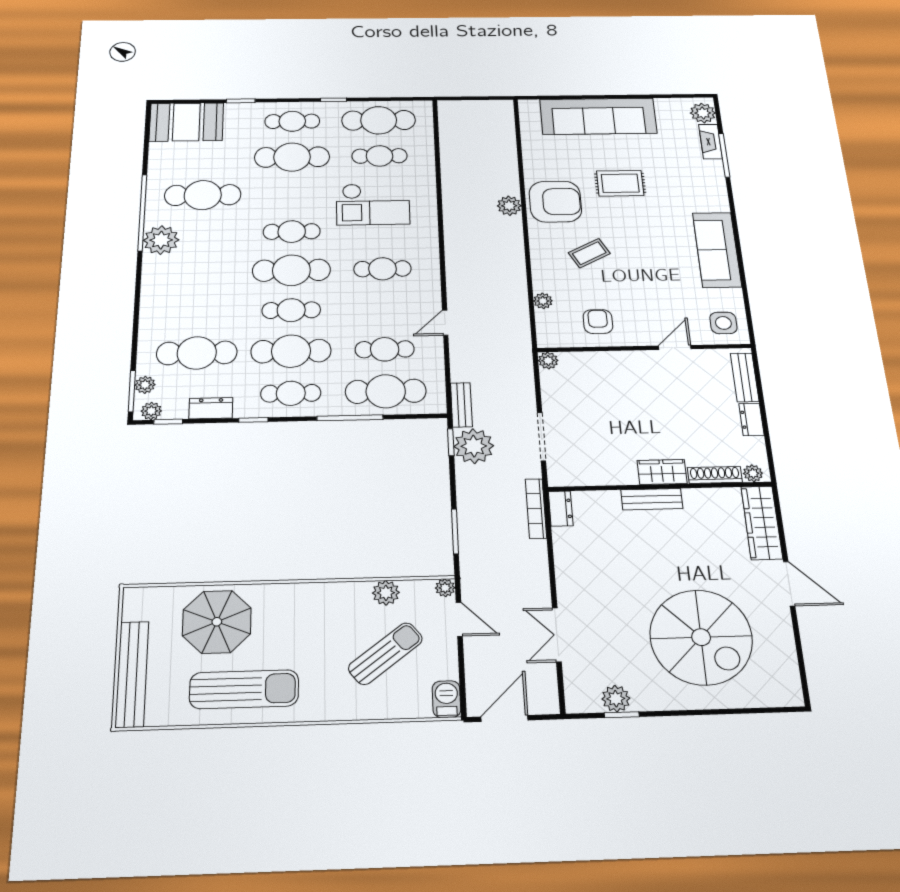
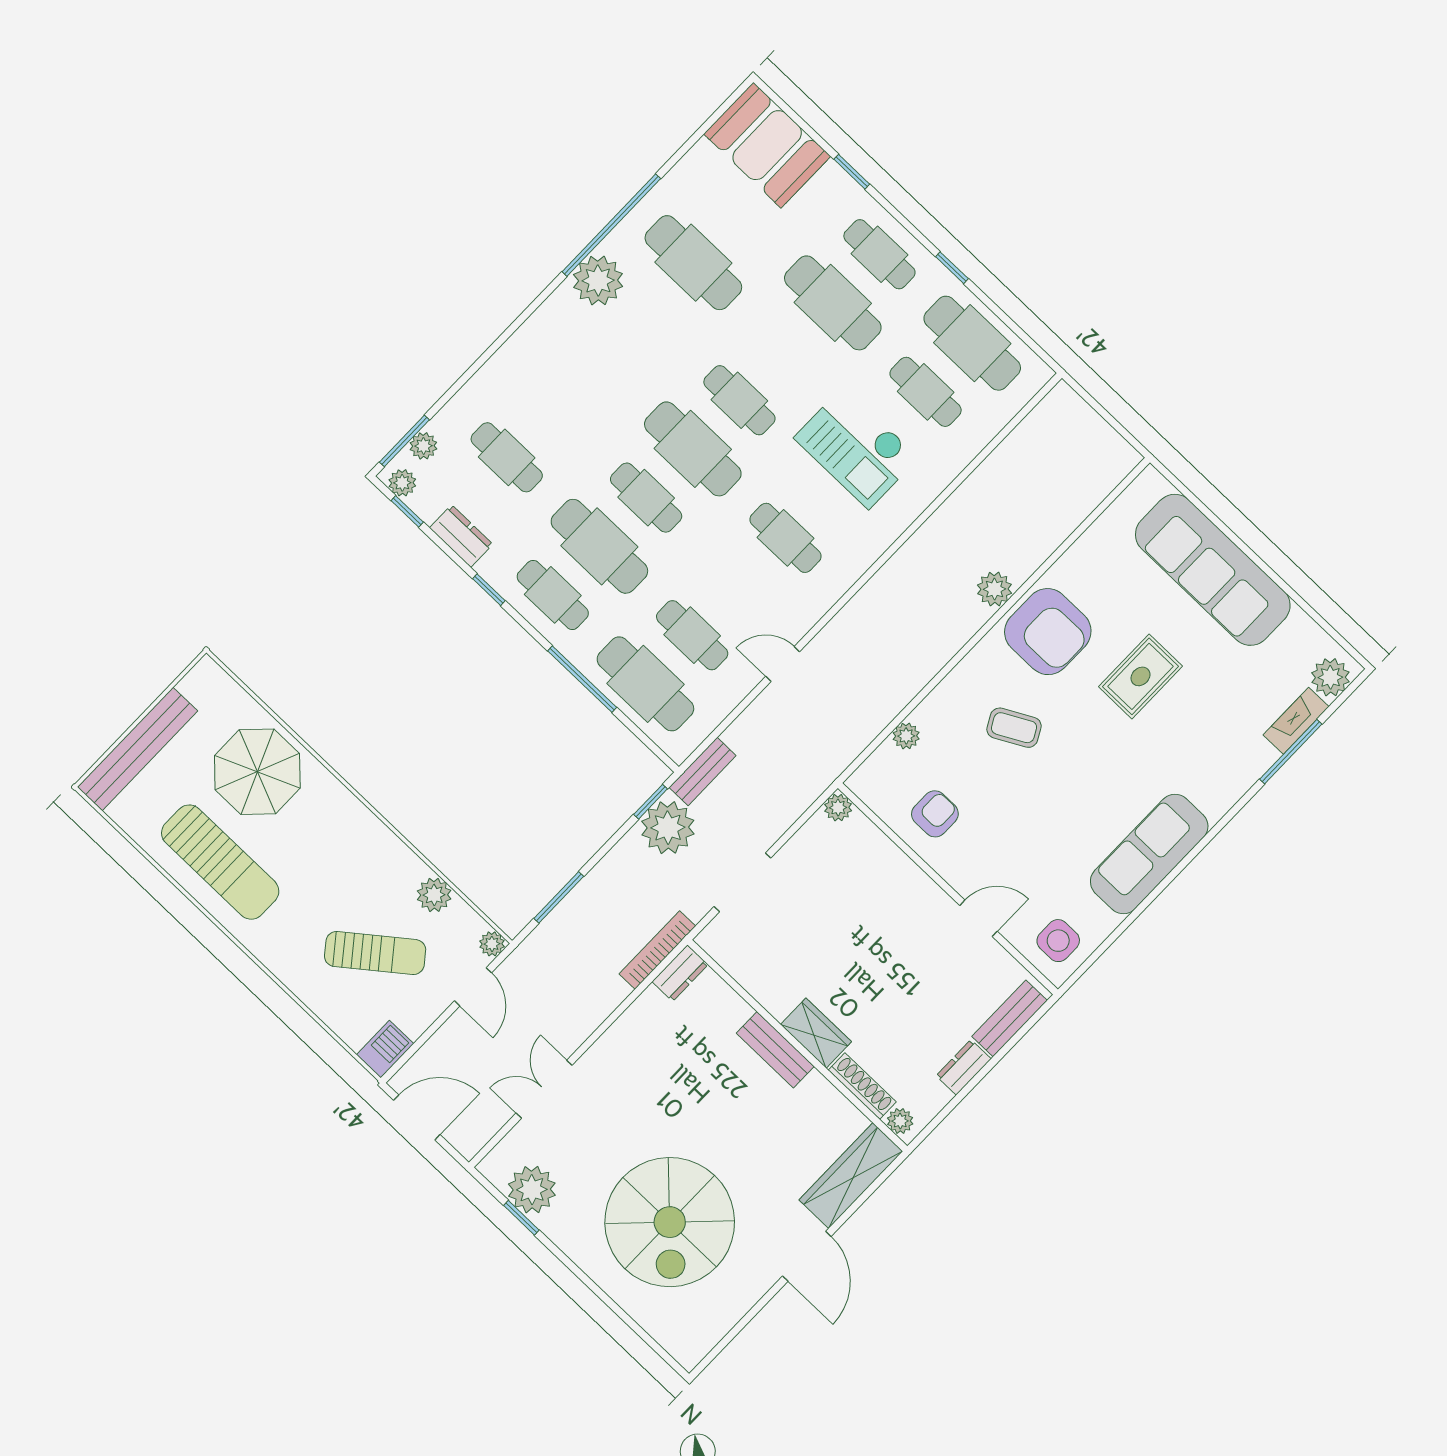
rug: (620, 183) -> (1140, 676), turned 90
cafe table: (197, 353) -> (507, 457), width x0.73, depth x0.74
plant: (616, 699) -> (532, 1190), width x1.36, depth x1.36

